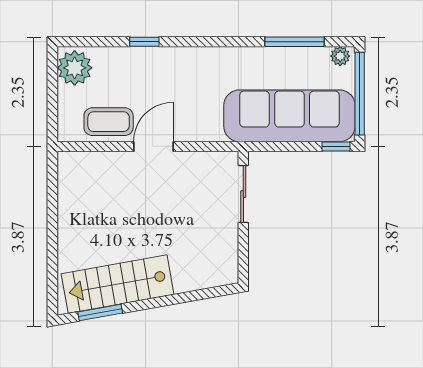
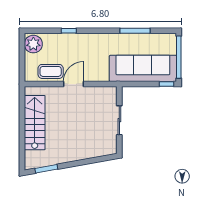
window: (295, 42) -> (135, 31), moved
plant: (340, 56) -> (169, 38), removed
sliding door: (243, 194) -> (119, 120), moved
stairs: (118, 284) -> (35, 123), moved, turned 100

